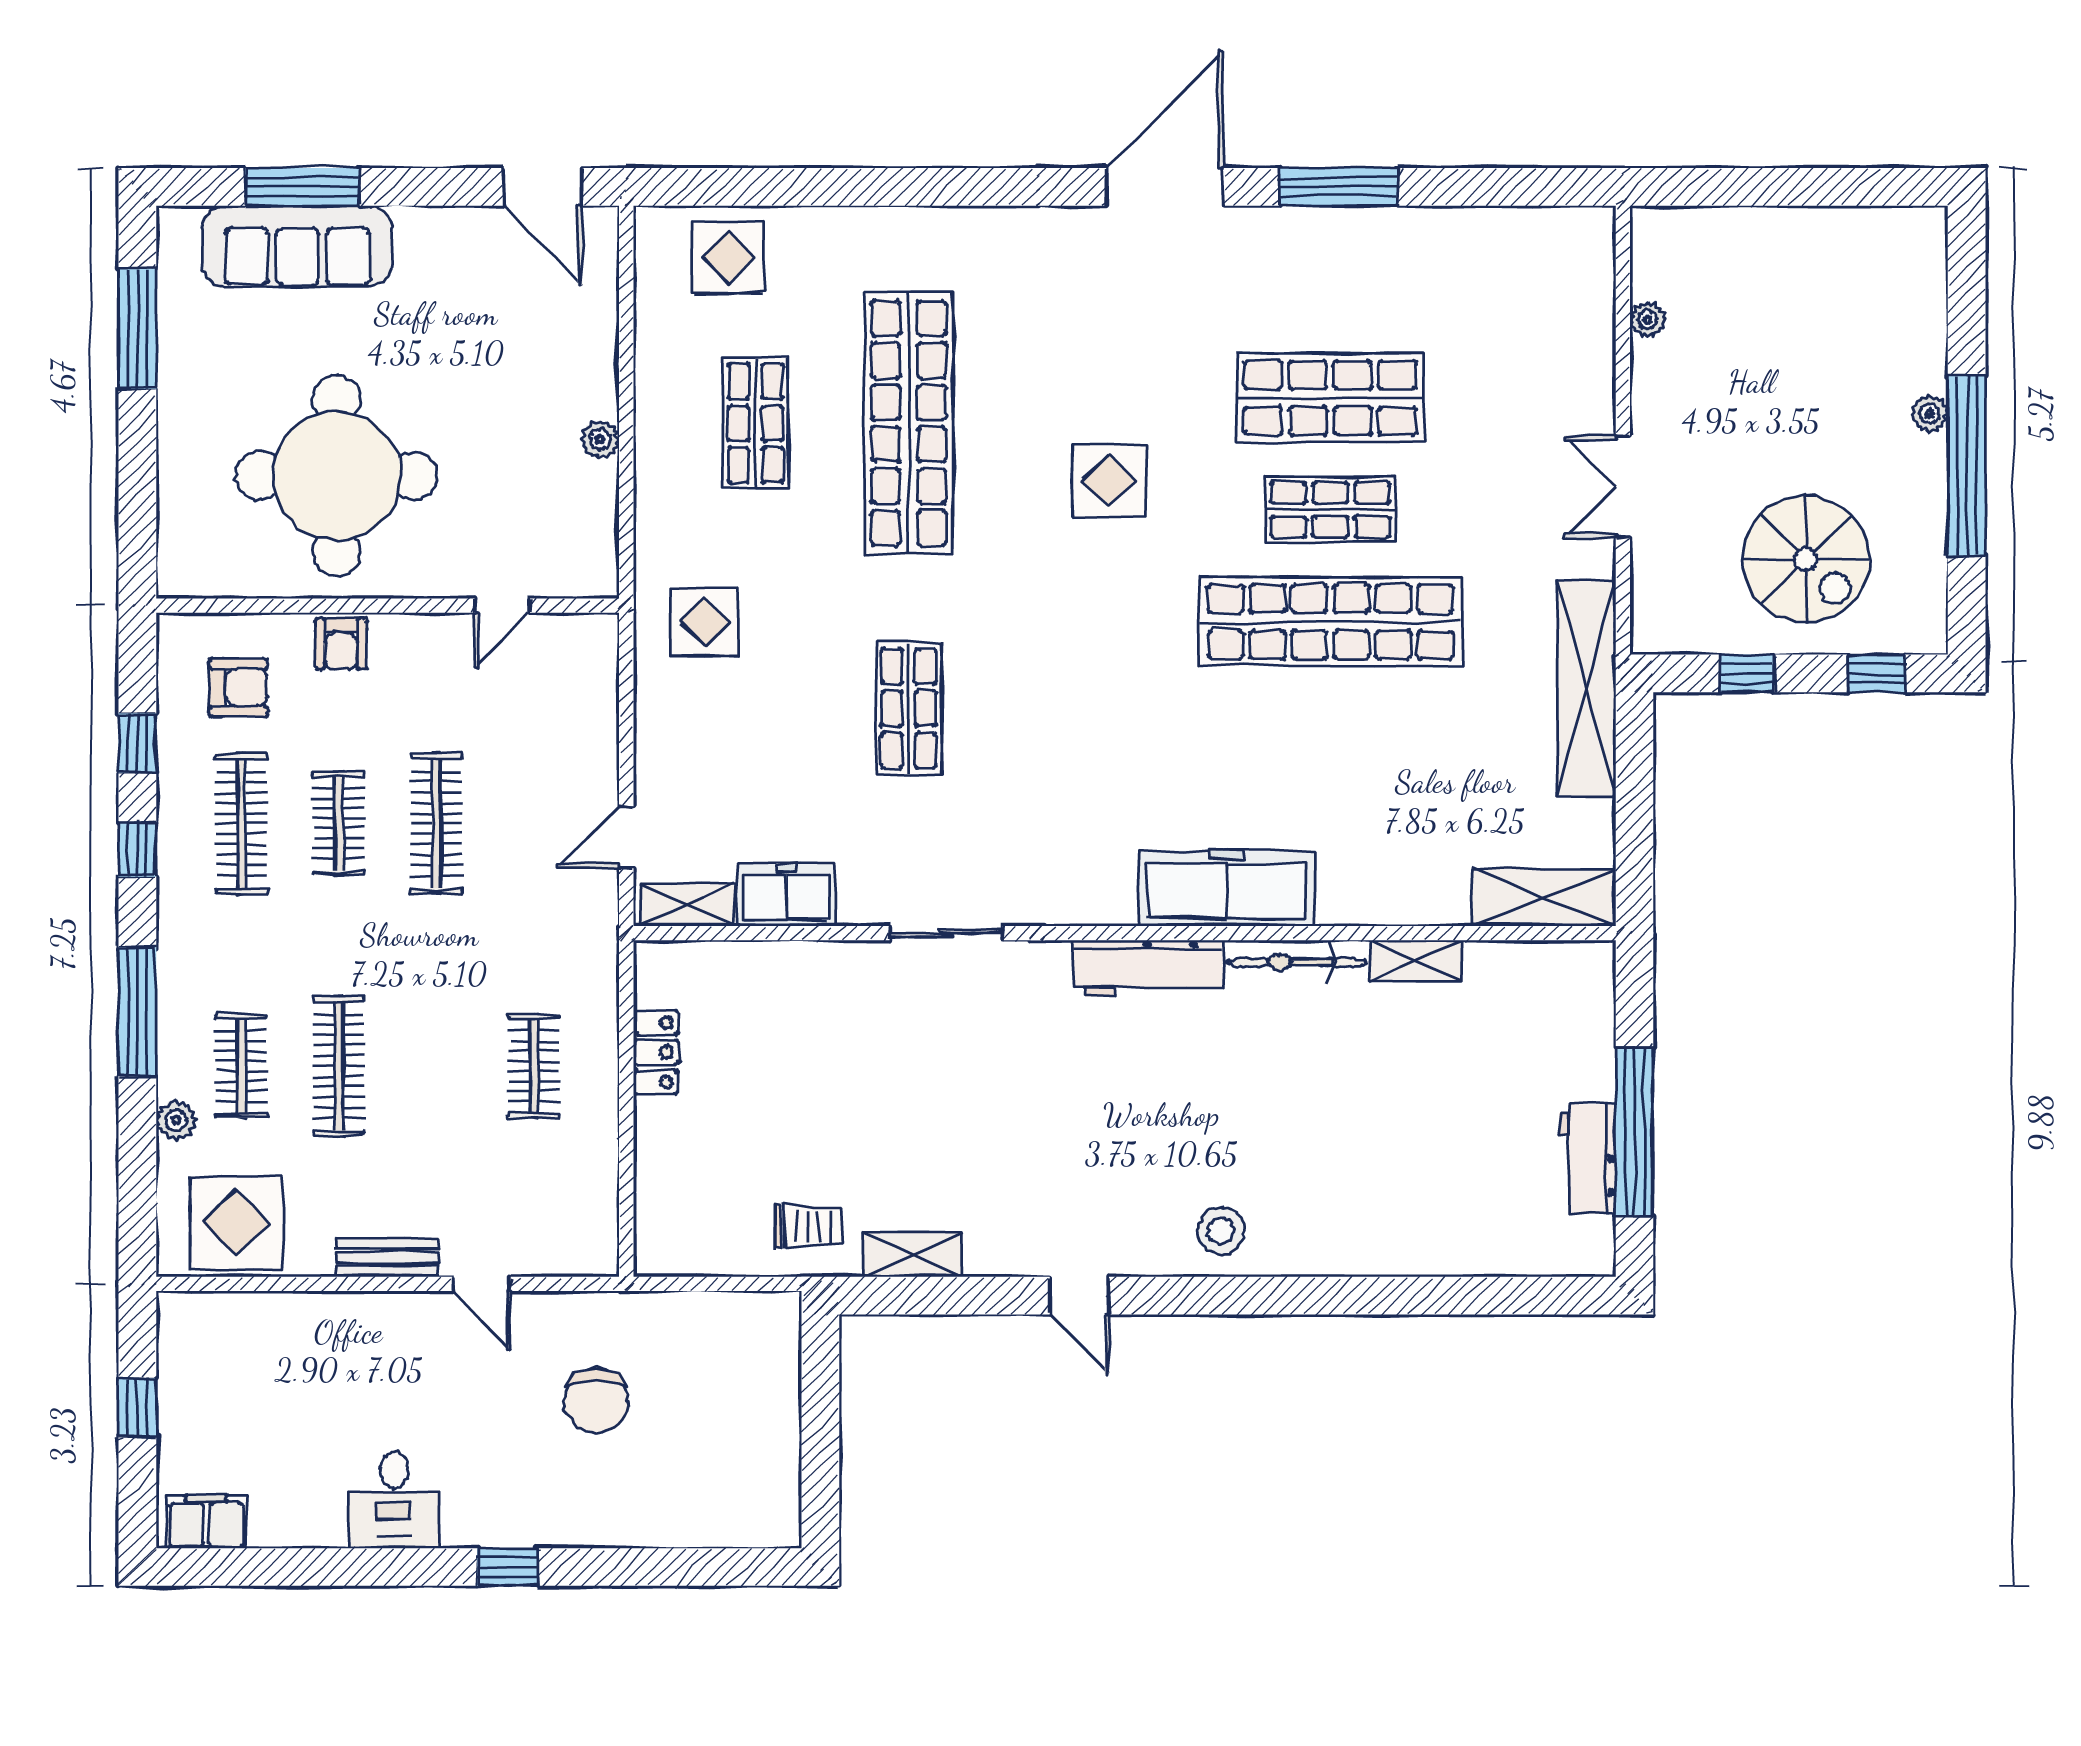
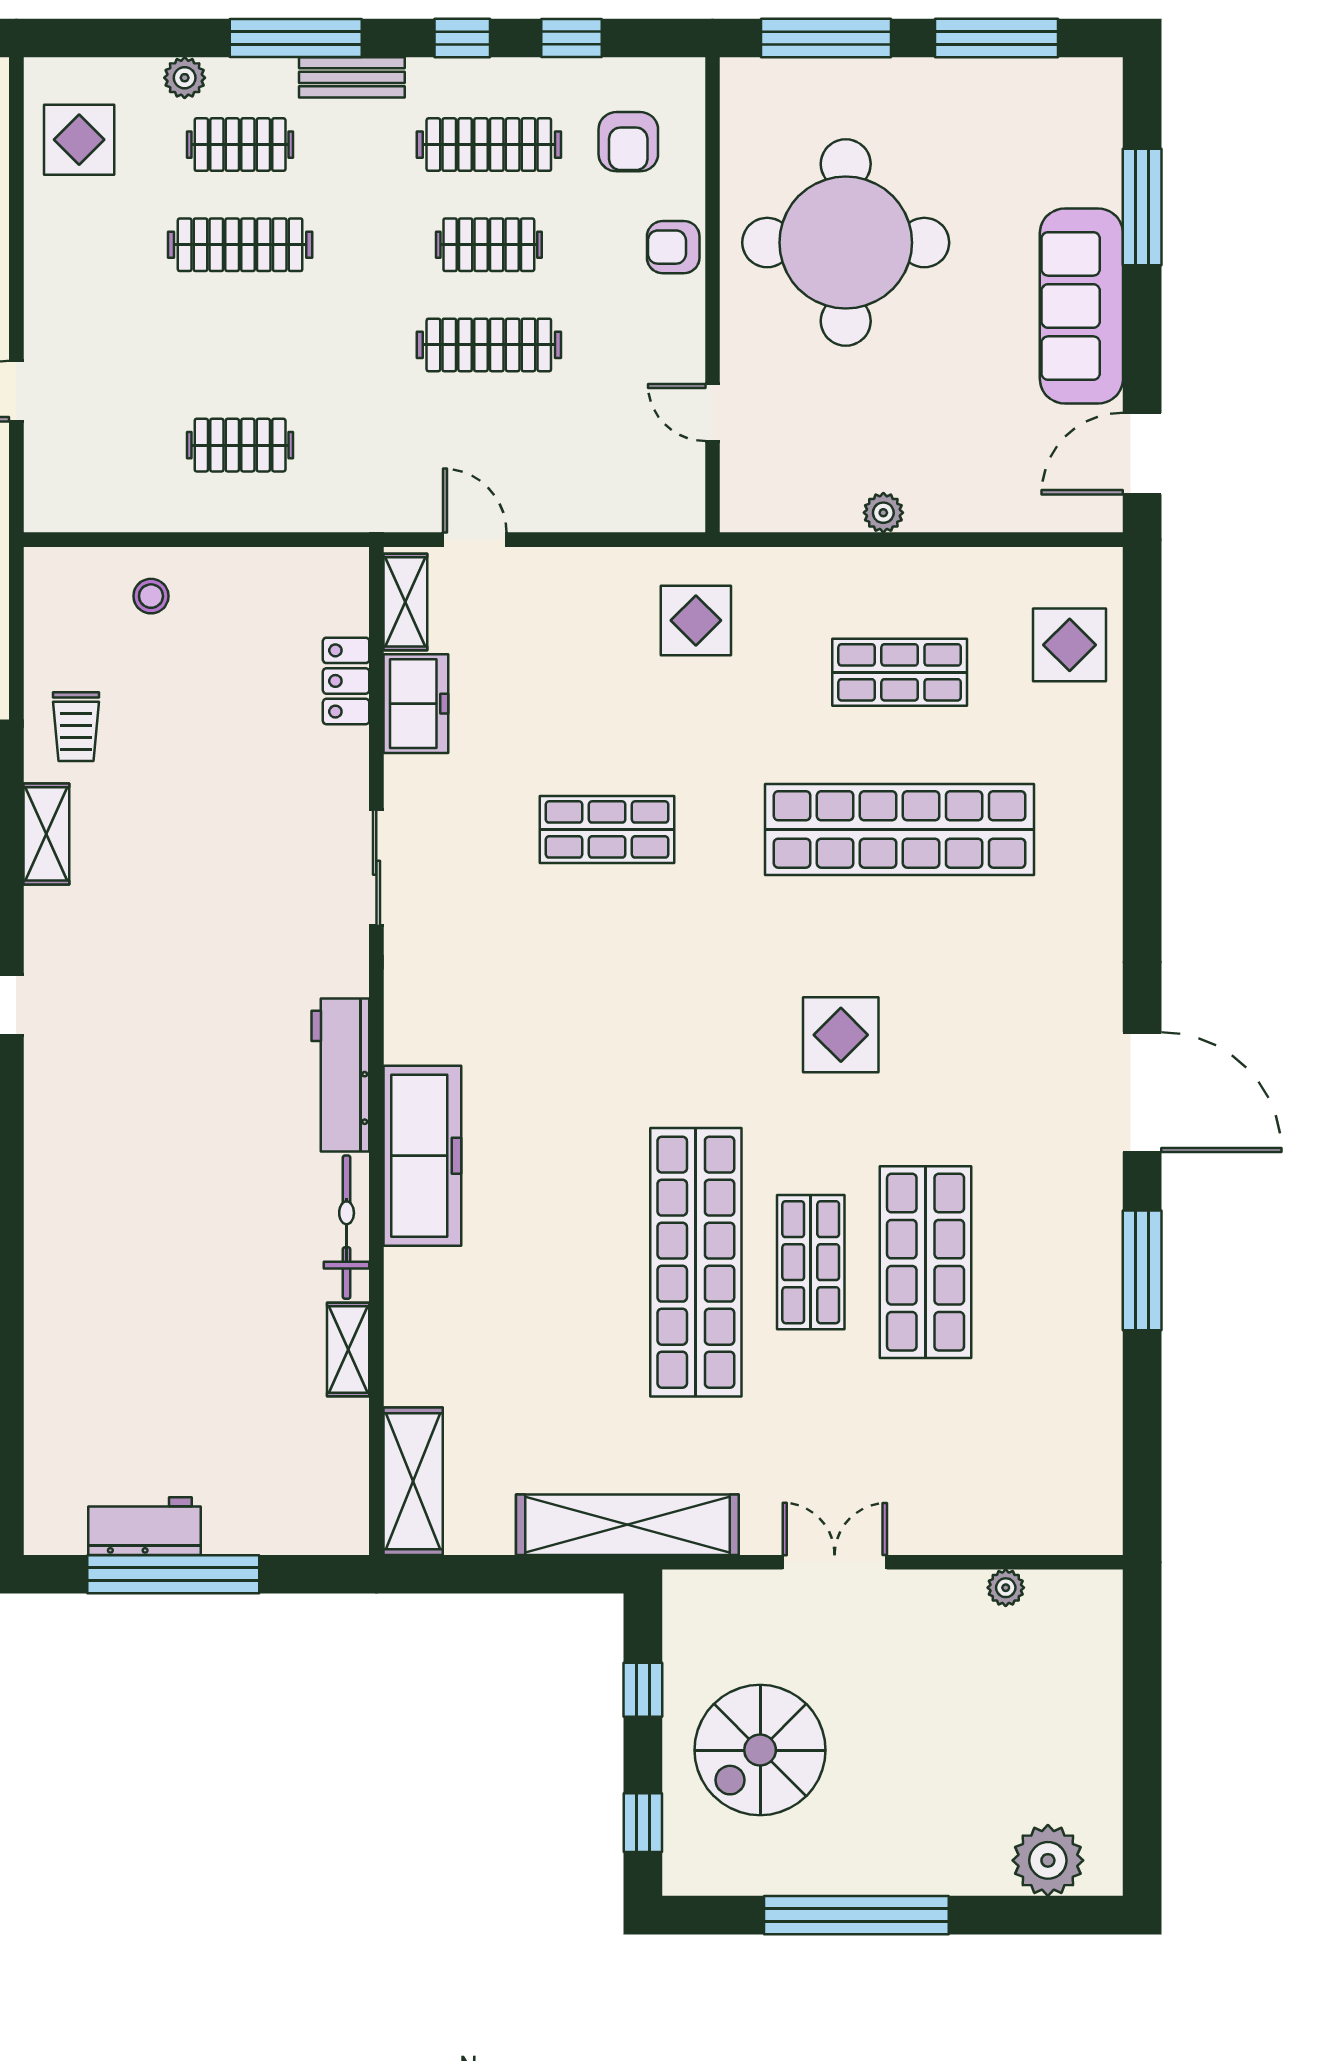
sofa: (297, 246) -> (1081, 306), moved
plant: (1930, 414) -> (1048, 1860), moved, width x1.87, depth x1.87
window: (137, 495) -> (826, 38), added
locker: (656, 1052) -> (346, 681), moved, turned 90
display table: (236, 1223) -> (79, 140), width x0.73, depth x0.73
stool: (1221, 1231) -> (151, 596), moved, width x0.73, depth x0.73
bench: (387, 1257) -> (352, 77), moved, turned 90

